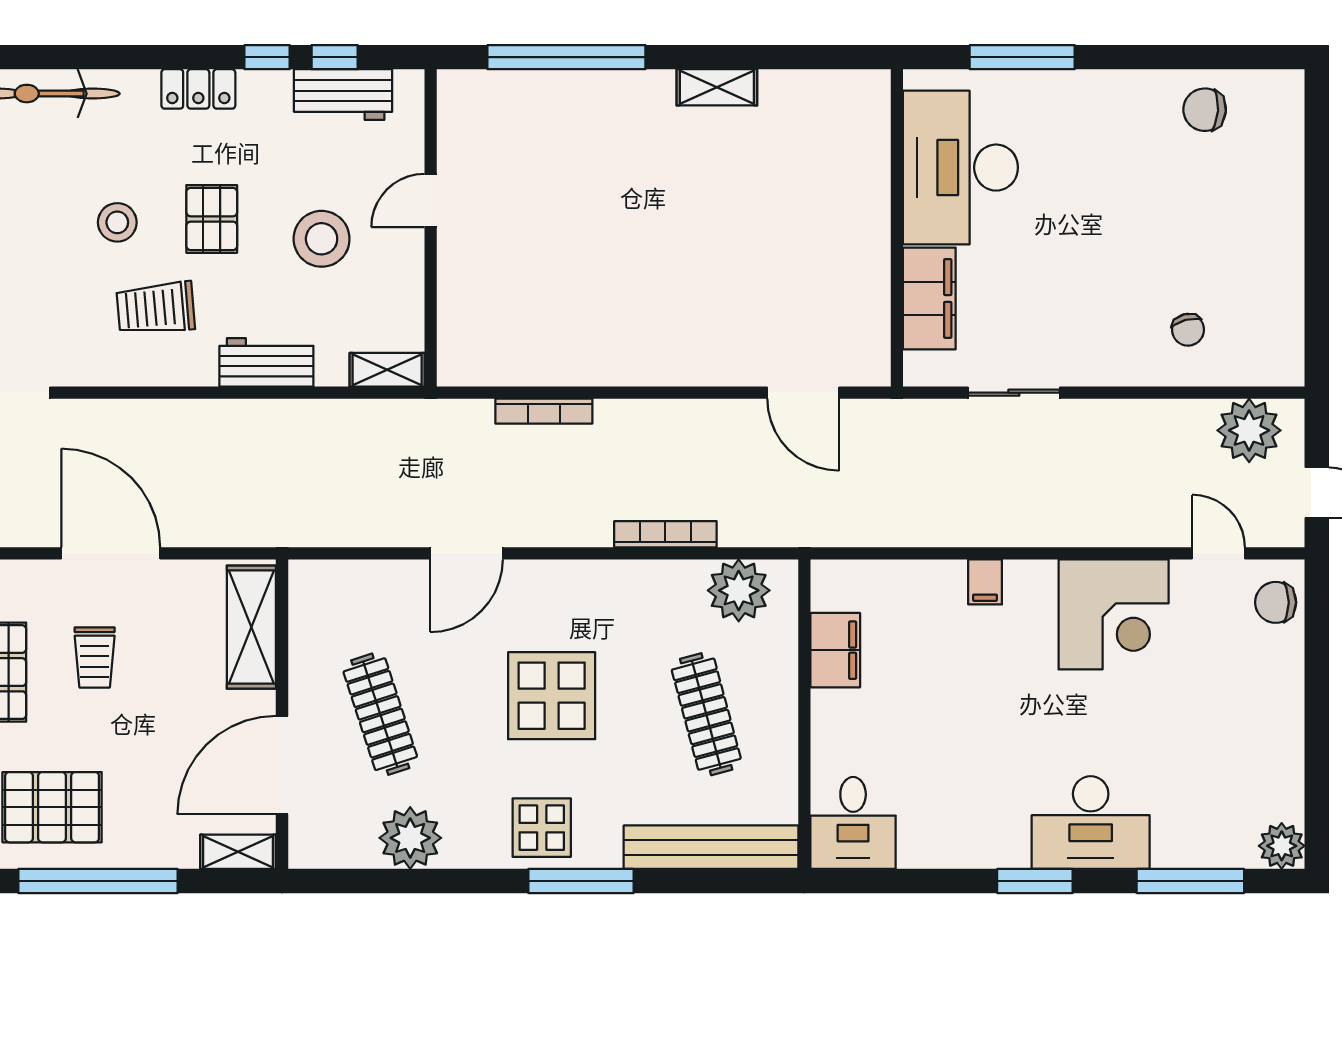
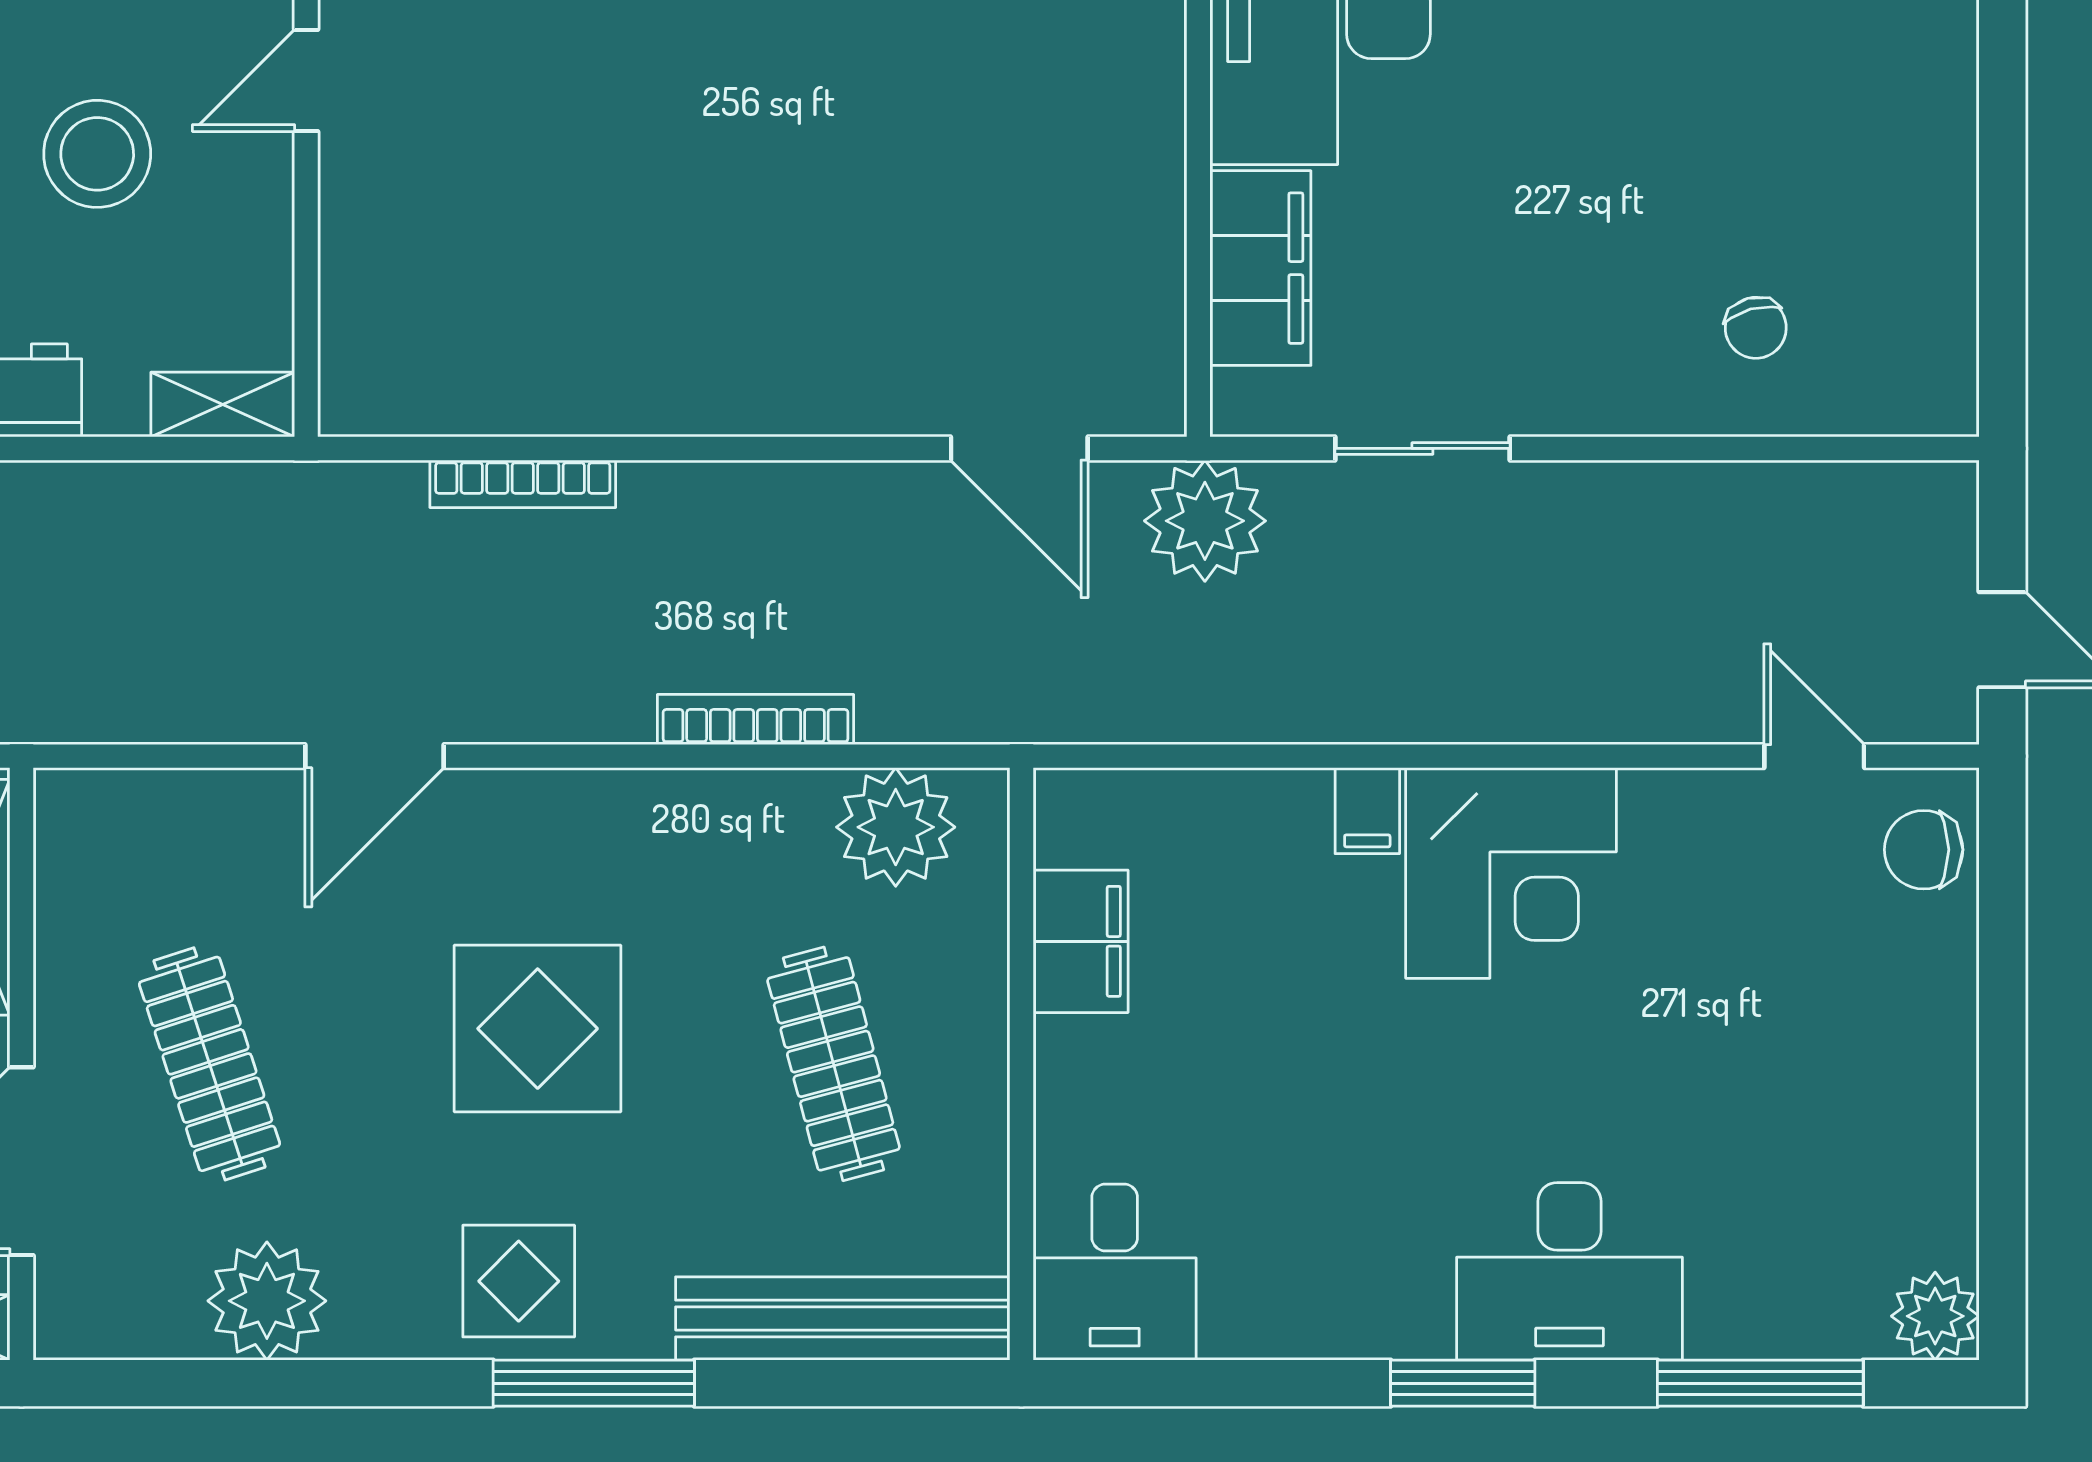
plant: (1249, 430) -> (1205, 521), moved
corner desk: (1114, 614) -> (1511, 873), moved

